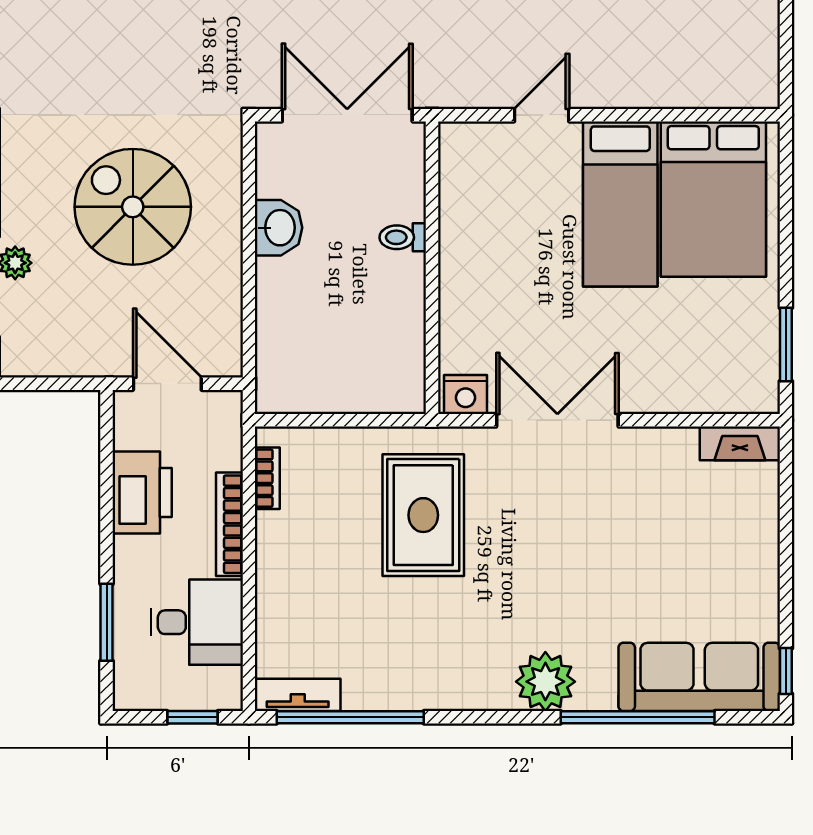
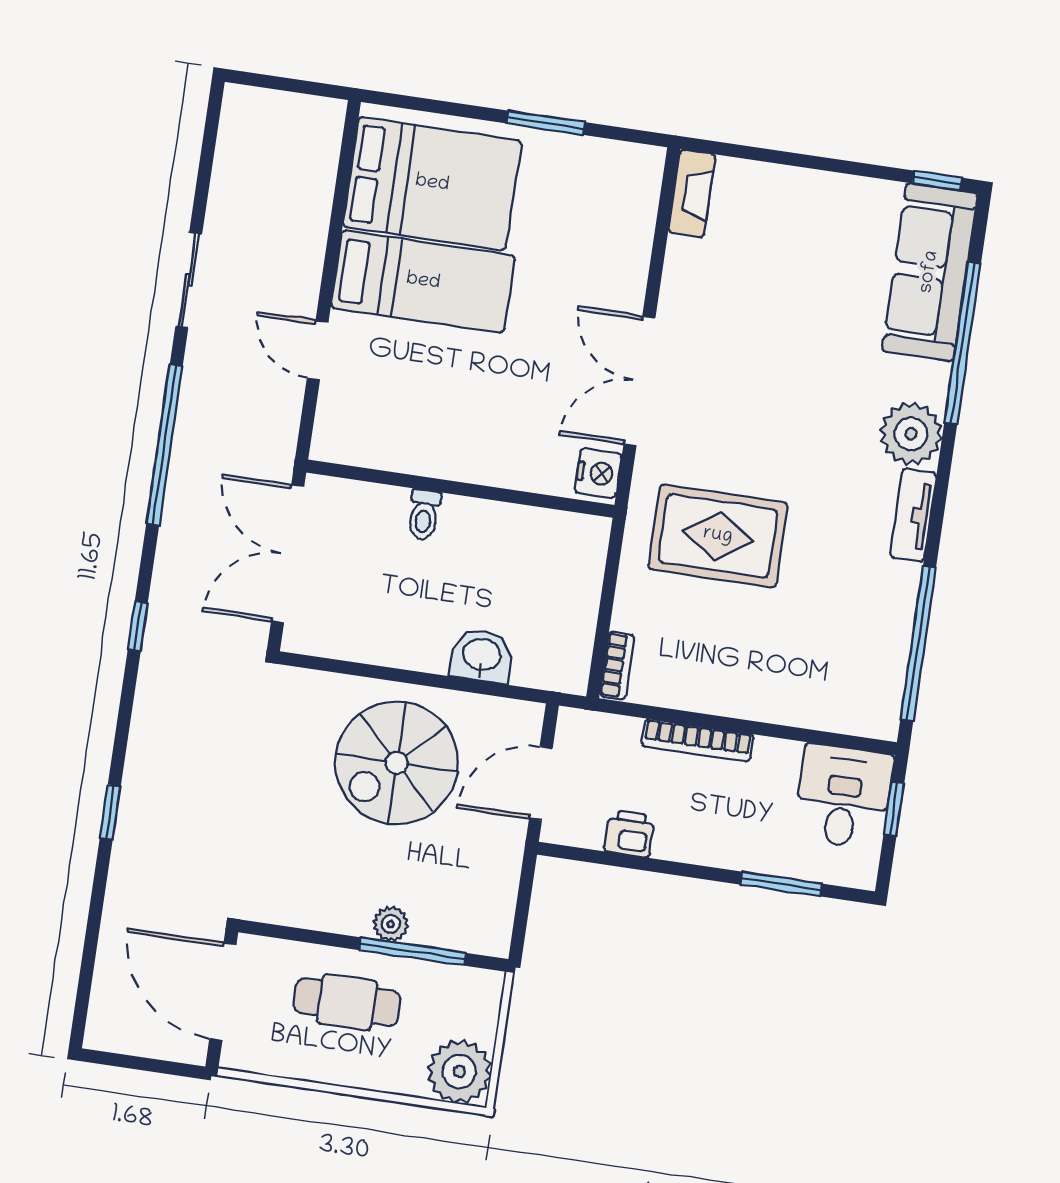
spiral stairs: (133, 207) -> (397, 763), moved
washbasin: (279, 228) -> (482, 656), moved
window: (786, 344) -> (546, 123), moved
bookcase: (267, 478) -> (617, 666), moved, turned 90
printer: (142, 493) -> (629, 834), width x0.53, depth x0.68
desk: (197, 622) -> (843, 797), moved
tv unit: (298, 695) -> (913, 515), moved

